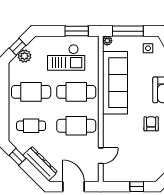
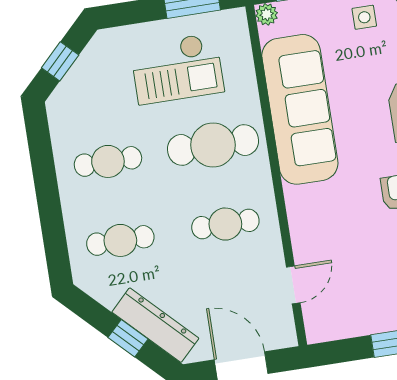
plant: (24, 56) -> (79, 81), removed
cafe table: (31, 92) -> (108, 161), width x0.73, depth x0.74
cafe table: (76, 126) -> (225, 224), width x0.73, depth x0.74
window: (17, 157) -> (128, 338), moved

